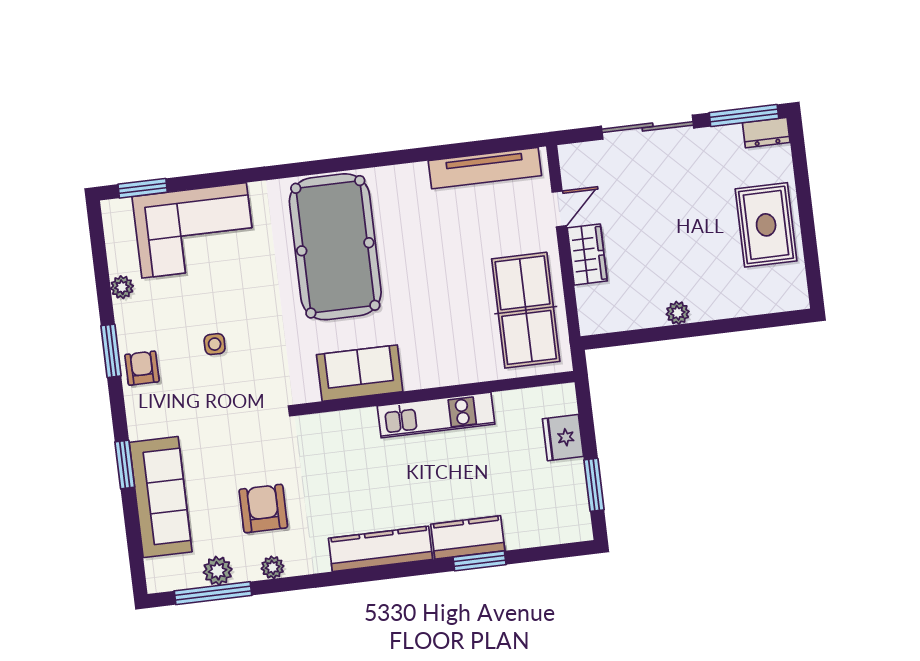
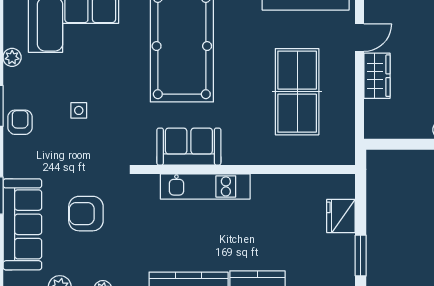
table tennis table: (526, 310) -> (297, 92), moved
kitchen unit: (436, 415) -> (205, 186), moved
armchair: (263, 509) -> (86, 214), moved, turned -90

